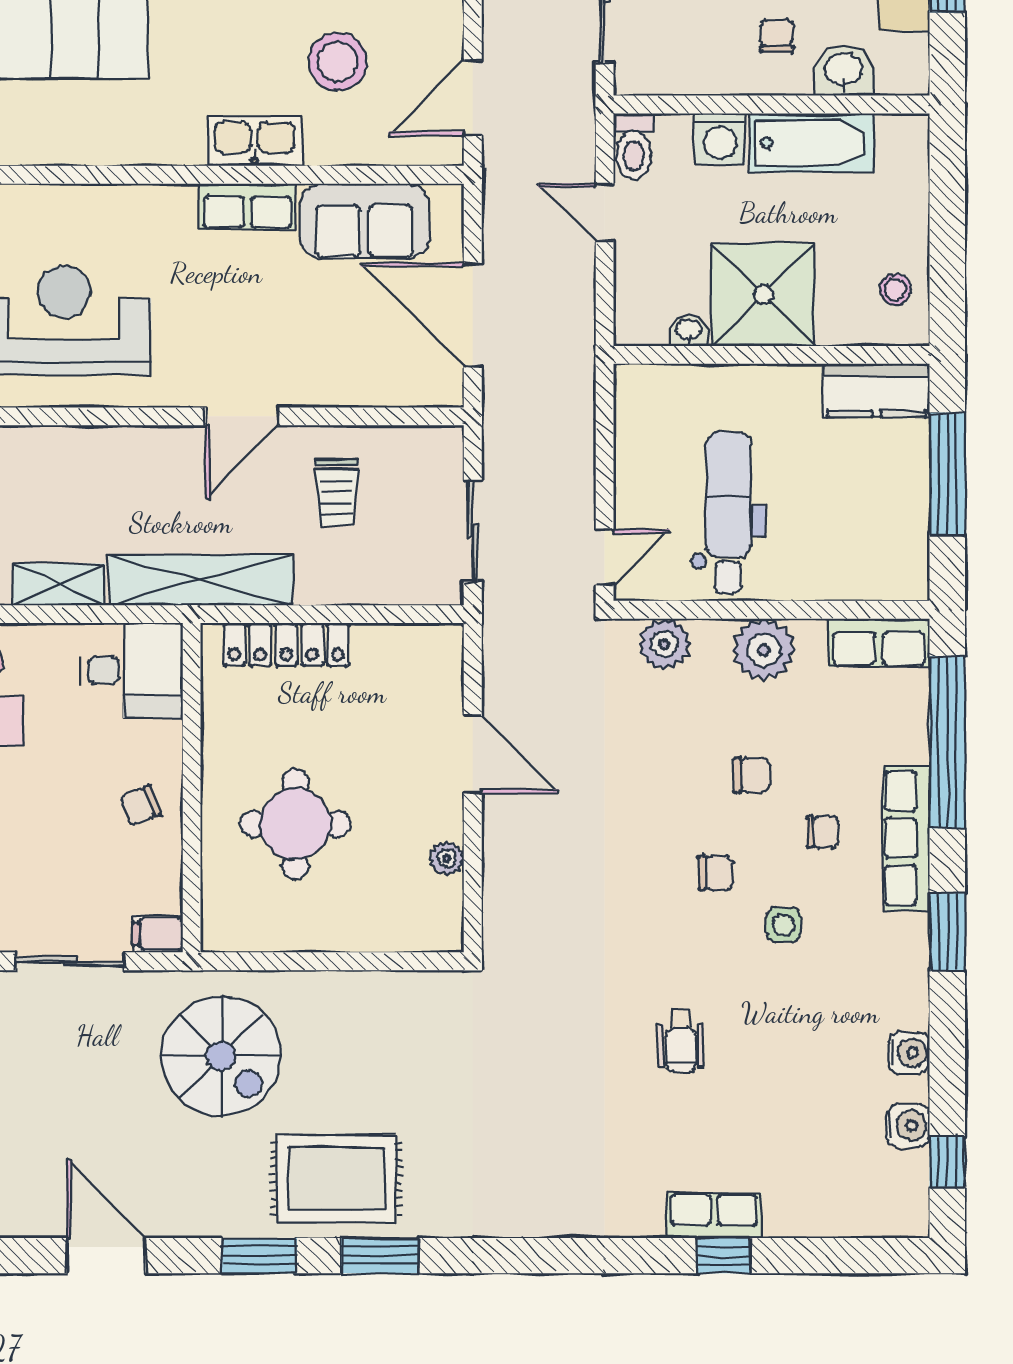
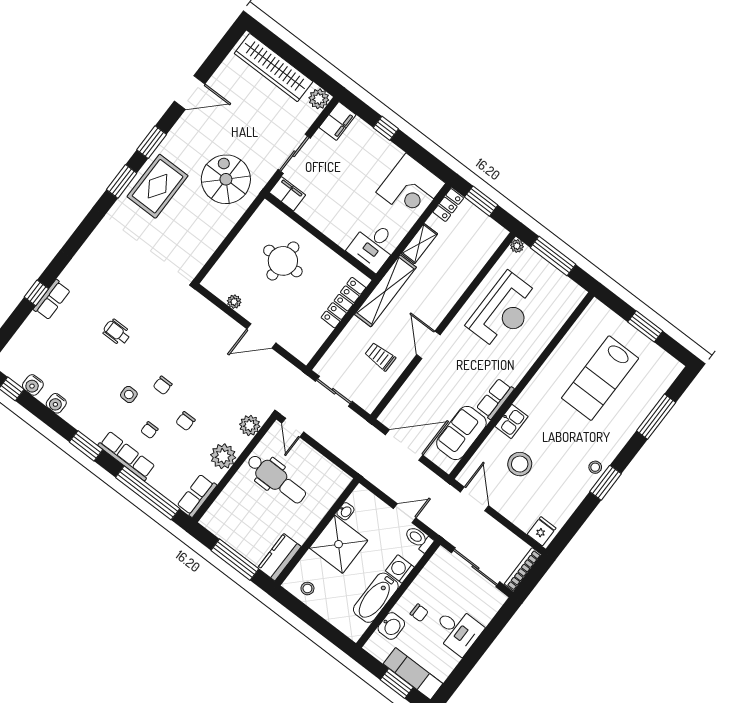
kitchen sink: (254, 141) -> (512, 421), width x0.73
chair: (140, 805) -> (327, 215), removed
filing cabinet: (158, 934) -> (287, 194), width x2.00
spiral stairs: (221, 1056) -> (226, 179), turned 90

